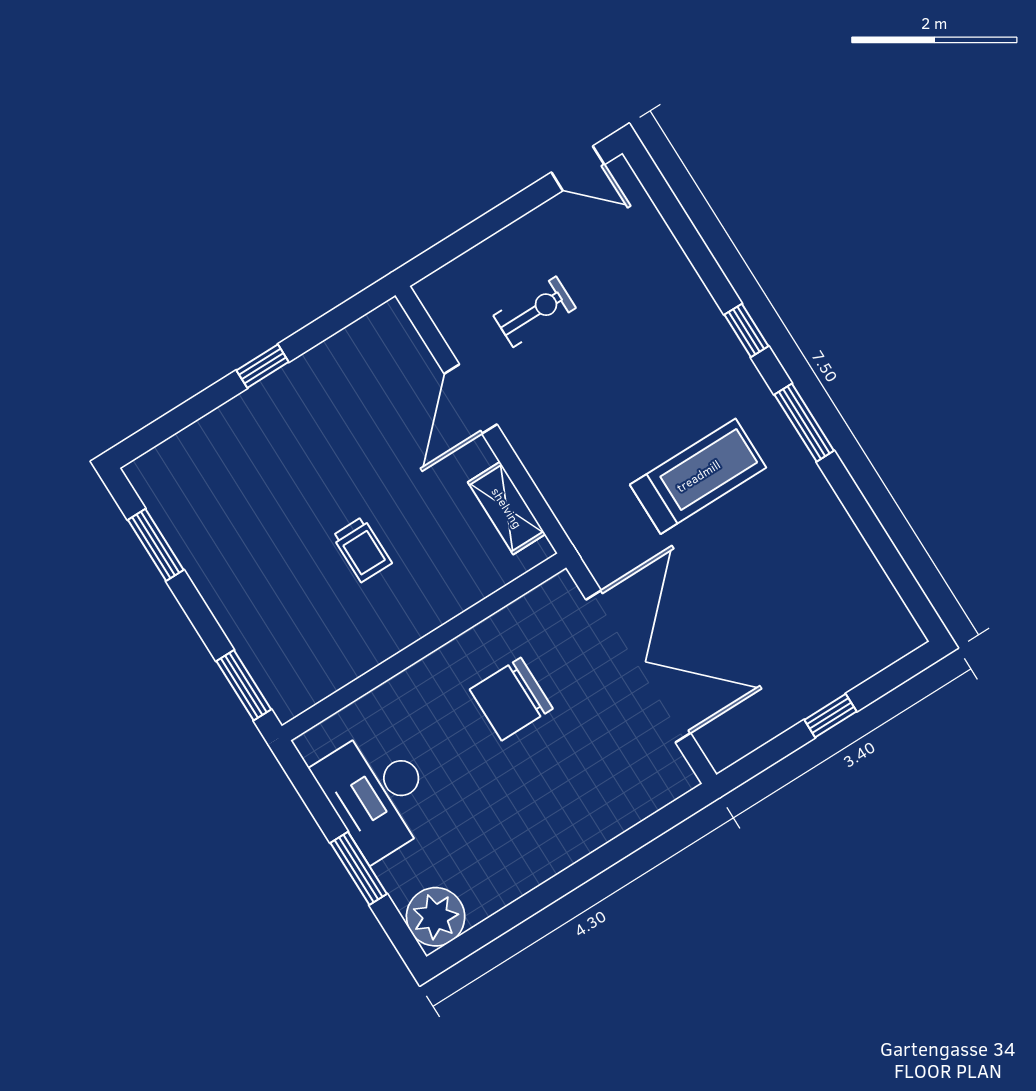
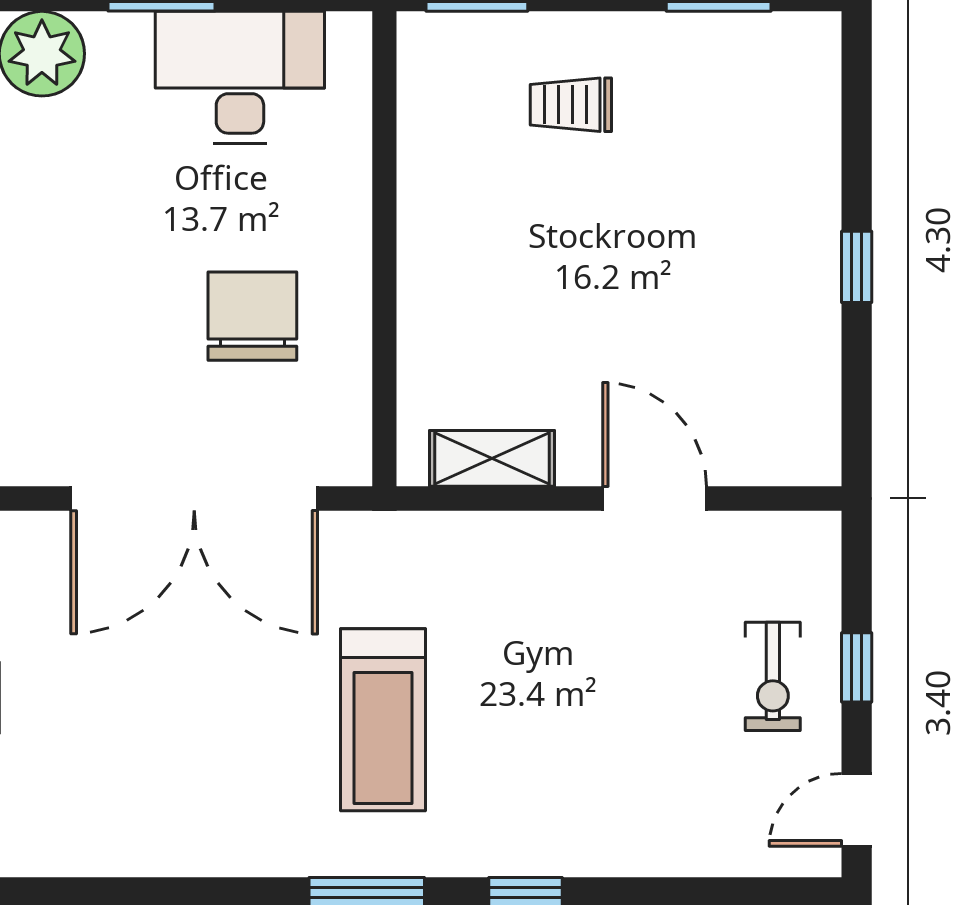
window: (495, 220) -> (857, 667), added
exercise bike: (535, 312) -> (773, 676), moved
trolley: (362, 549) -> (571, 105), moved

